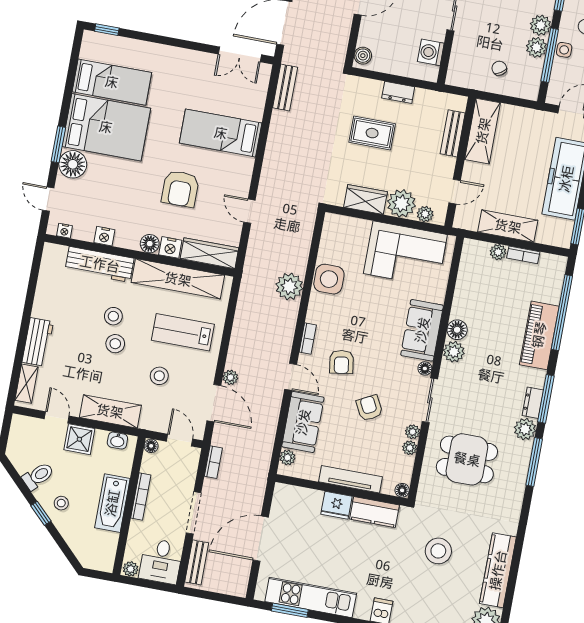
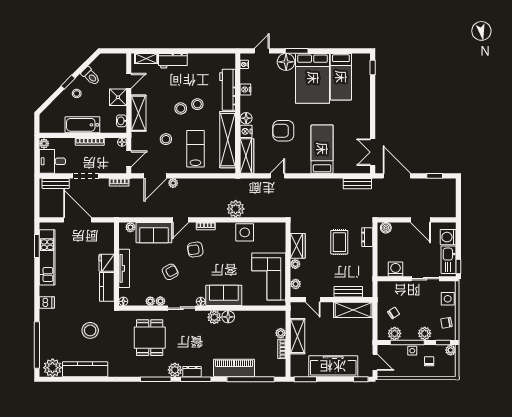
plant: (537, 47) -> (395, 333), moved
dresser: (398, 92) -> (367, 237), moved
plant: (401, 203) -> (295, 264), width x0.53, depth x0.53

